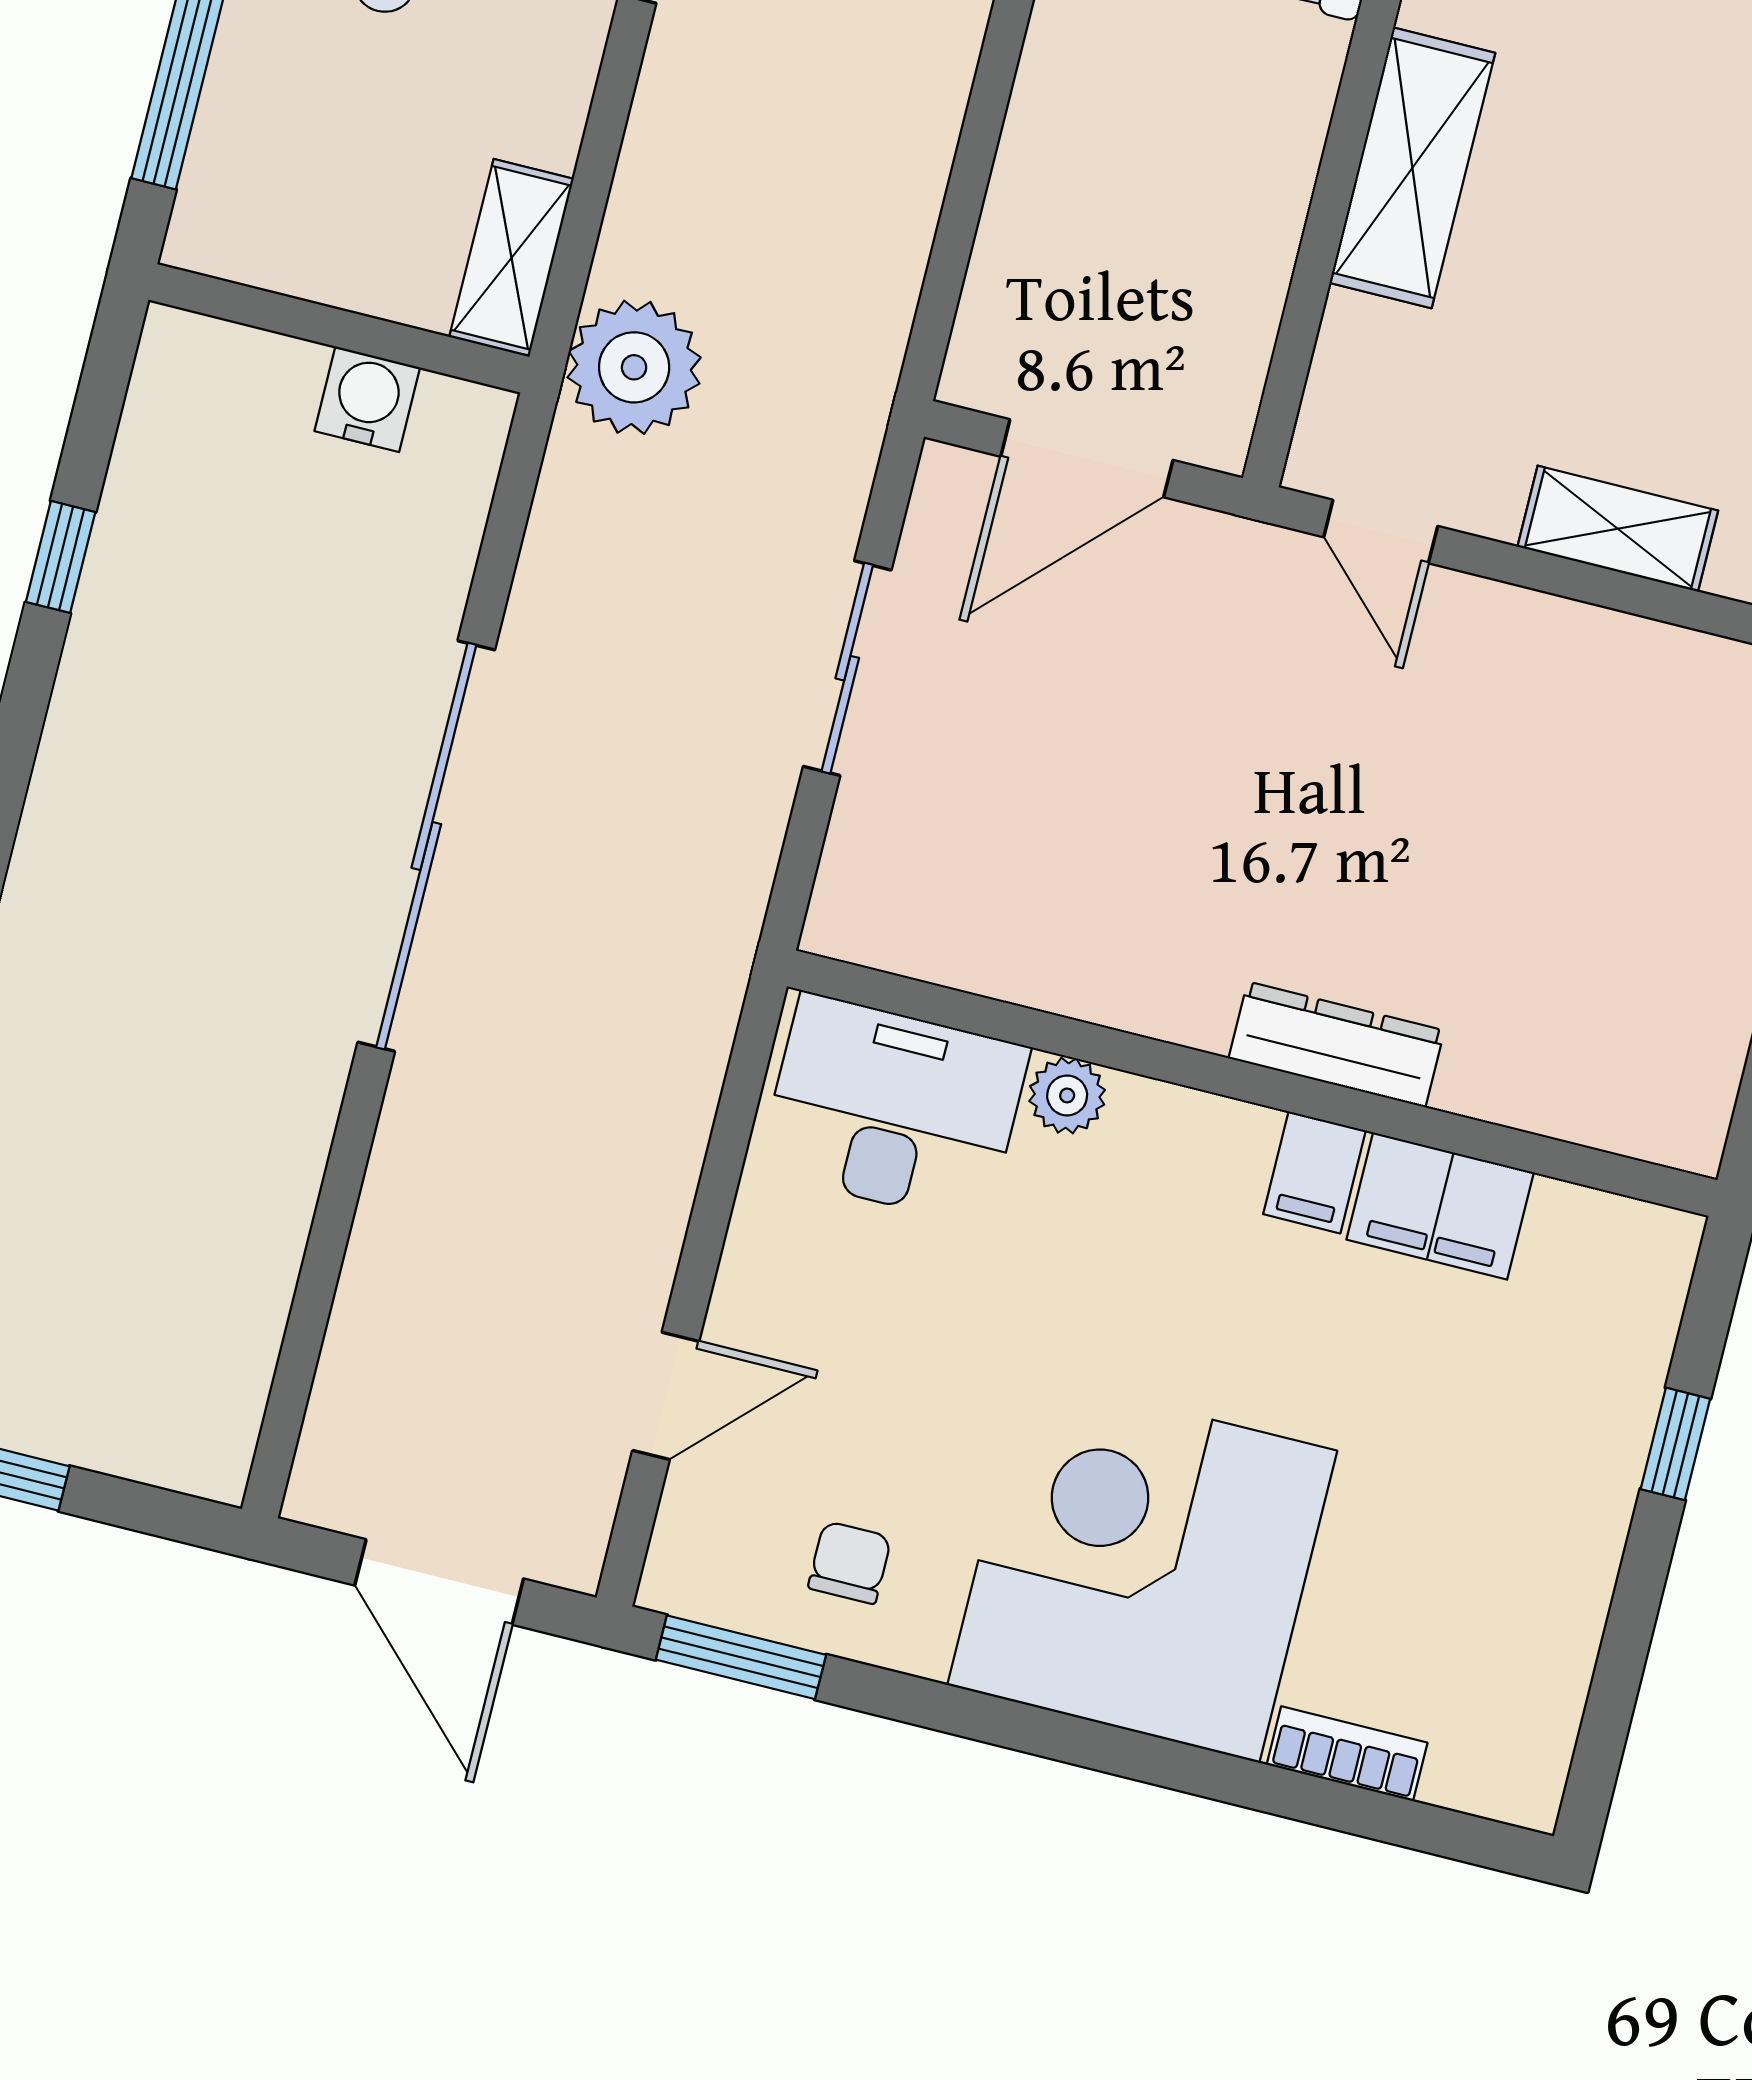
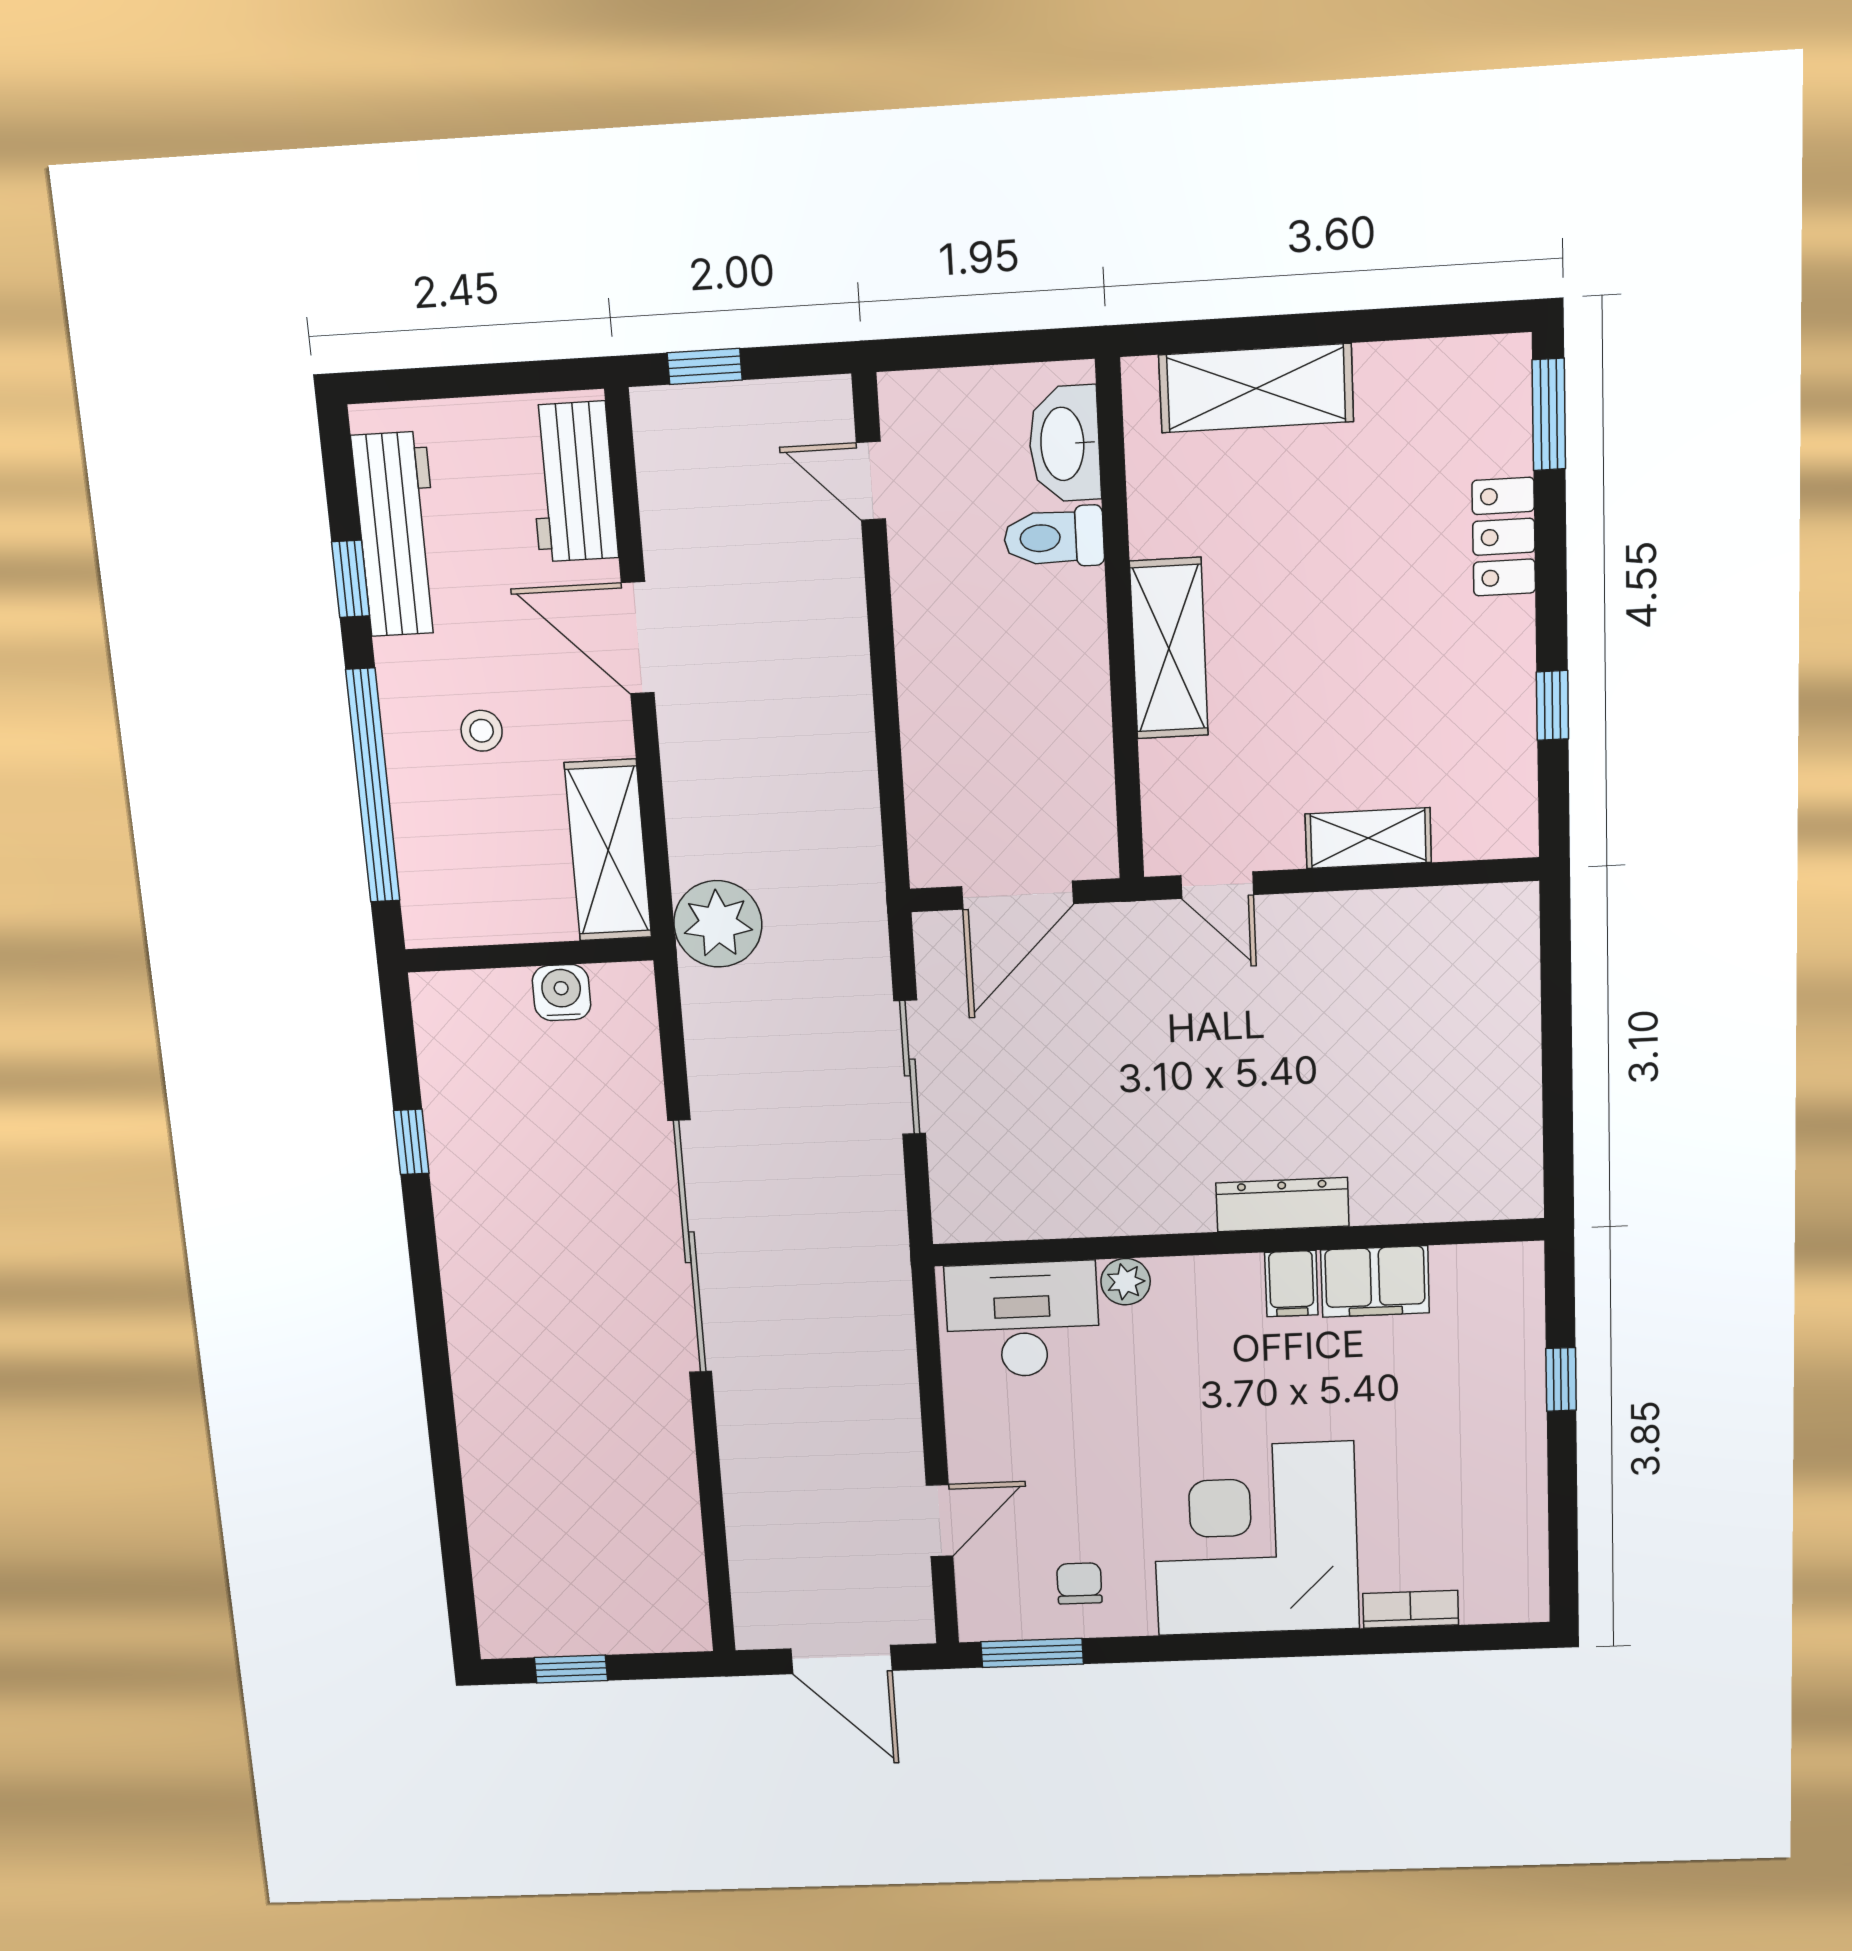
shelving: (512, 258) -> (608, 850), width x1.50, depth x1.33

